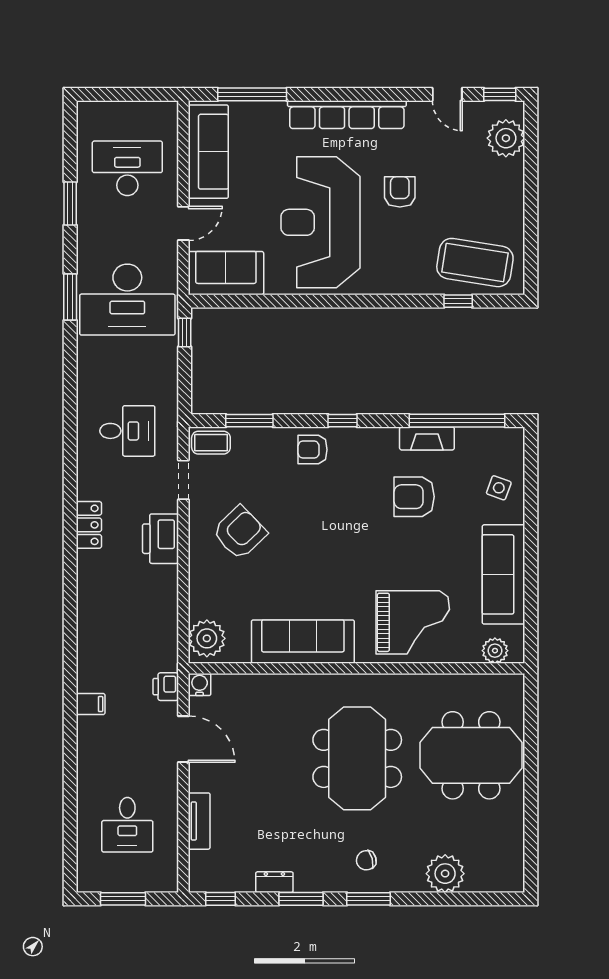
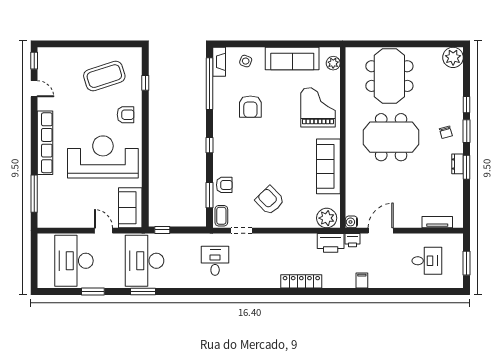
door: (447, 94) -> (34, 89), hinge flipped
plant: (506, 138) -> (58, 57), removed
sofa: (208, 152) -> (65, 217), removed
desk: (127, 168) -> (74, 261), width x1.36, depth x1.30
armchair: (400, 192) -> (125, 115), moved, turned 180
reception desk: (320, 222) -> (103, 157), turned 180
coffee table: (475, 263) -> (104, 76), moved, turned 63
desk: (127, 300) -> (144, 261), turned 180
fireplace: (427, 438) -> (219, 62), moved
armchair: (313, 450) -> (224, 185), moved, turned -90
locker: (89, 525) -> (301, 281), moved, width x1.53
printer: (161, 539) -> (331, 243), moved
tv unit: (199, 821) -> (437, 222), moved
plant: (445, 874) -> (453, 57), moved
dresser: (274, 882) -> (458, 164), moved
window: (221, 899) -> (467, 105), moved

